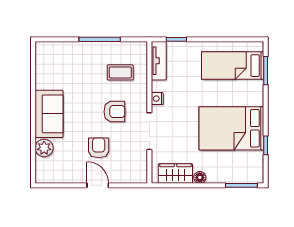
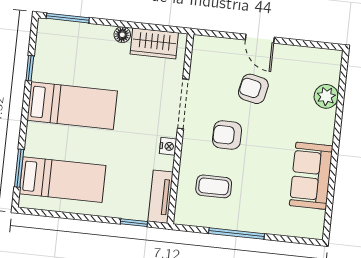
sofa: (49, 114) -> (311, 176), moved
bed: (231, 128) -> (72, 106), width x0.67
armchair: (99, 148) -> (253, 89), turned 102

